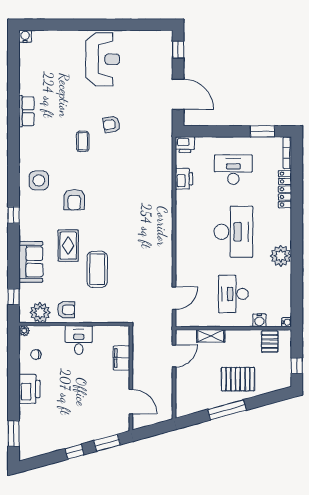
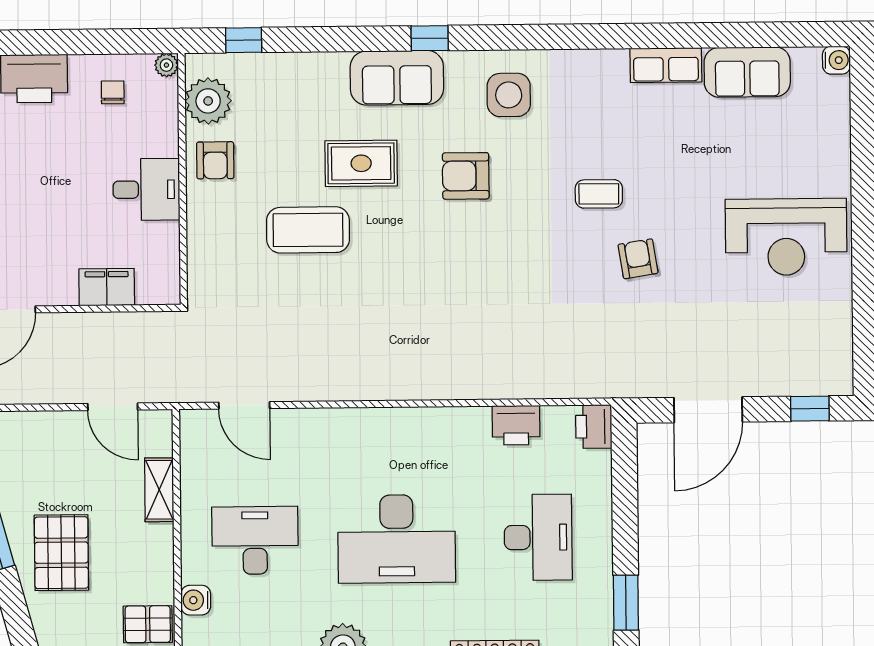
sofa: (30, 76) -> (747, 72), added
sofa: (31, 262) -> (397, 78), moved

